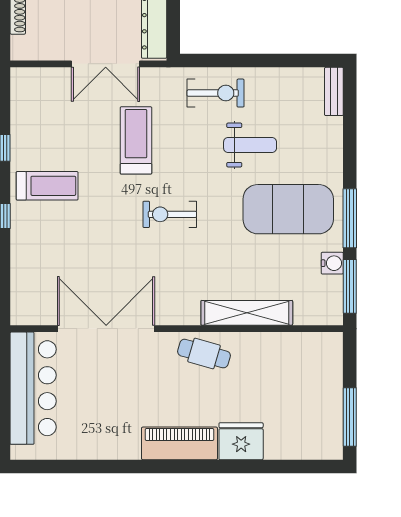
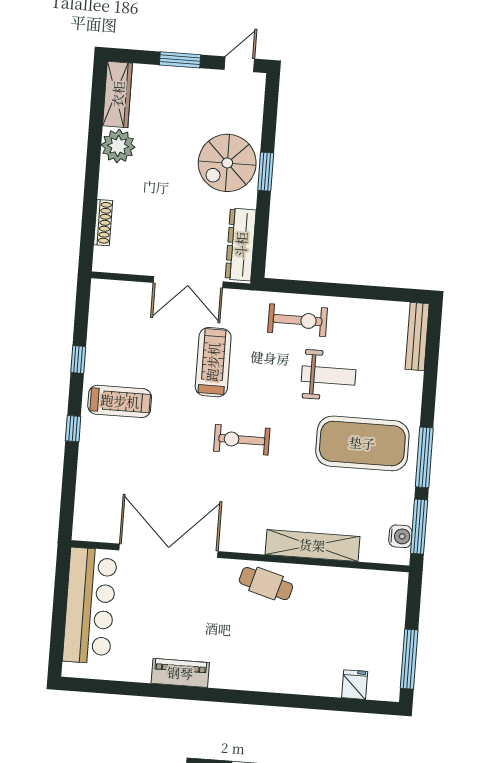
bench: (334, 91) -> (417, 337), width x1.36
water cooler: (332, 263) -> (400, 536), moved
fridge: (241, 441) -> (355, 685), moved, width x0.53, depth x0.75
piano: (179, 443) -> (180, 673), moved, width x0.73, depth x0.75

